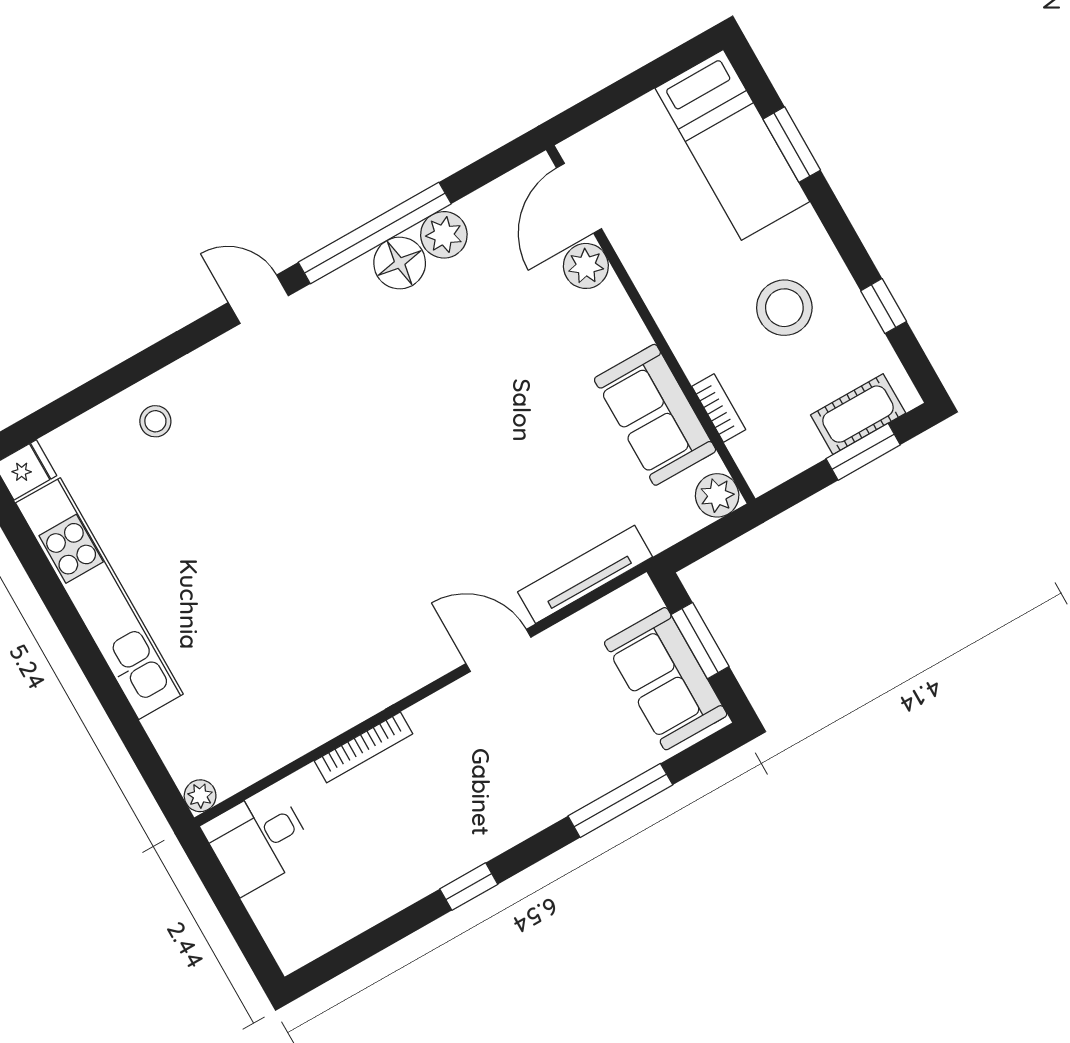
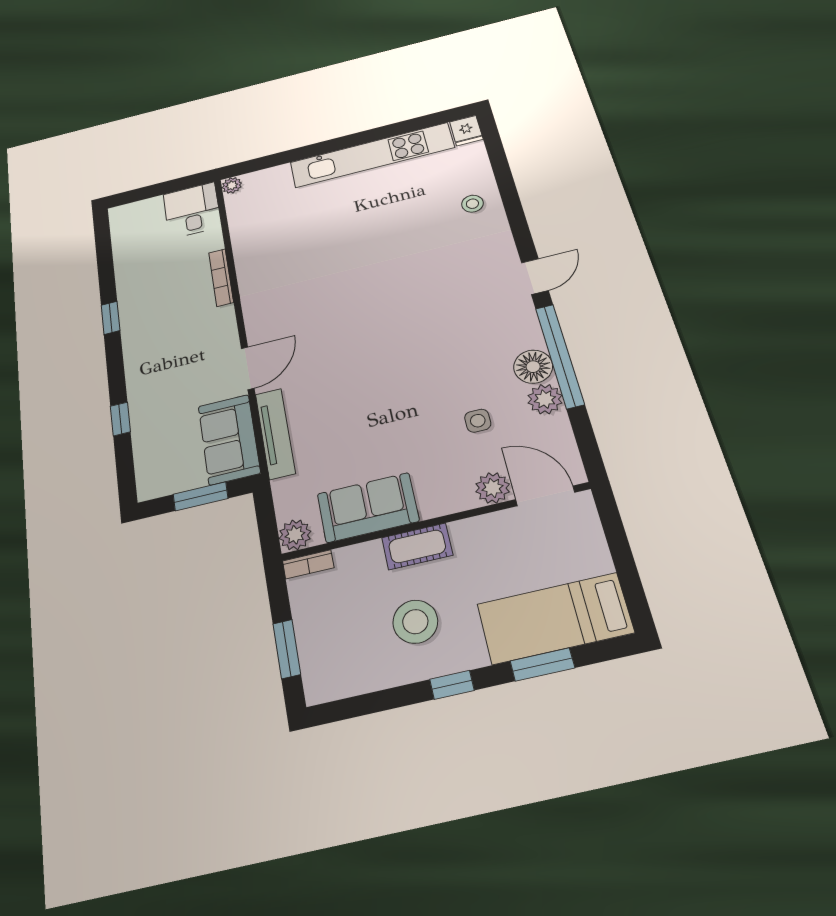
window: (884, 306) -> (452, 685), moved
side table: (497, 312) -> (478, 421), added
bookcase: (719, 408) -> (308, 564), moved
cot: (858, 414) -> (417, 546), moved, turned 90
sofa: (666, 679) -> (229, 439), moved, turned -90
window: (620, 800) -> (120, 419), width x0.46

